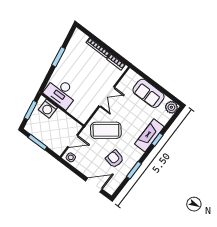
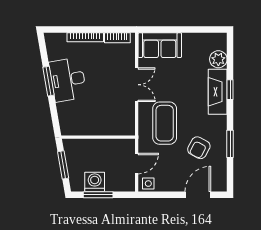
desk: (61, 93) -> (68, 80), moved, turned 80
sofa: (149, 93) -> (160, 45), moved
plant: (171, 107) -> (218, 59), moved
washing machine: (48, 109) -> (95, 182), moved, turned 180
coffee table: (106, 130) -> (165, 123), turned -52
armchair: (115, 159) -> (199, 148), turned -74

